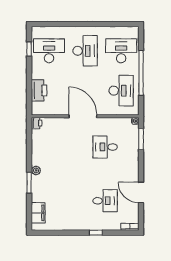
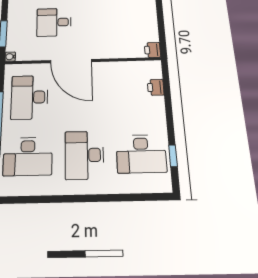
printer: (39, 90) -> (156, 87), width x0.53, depth x0.68
door: (83, 116) -> (71, 61), moved
desk: (105, 147) -> (54, 22), turned 180

